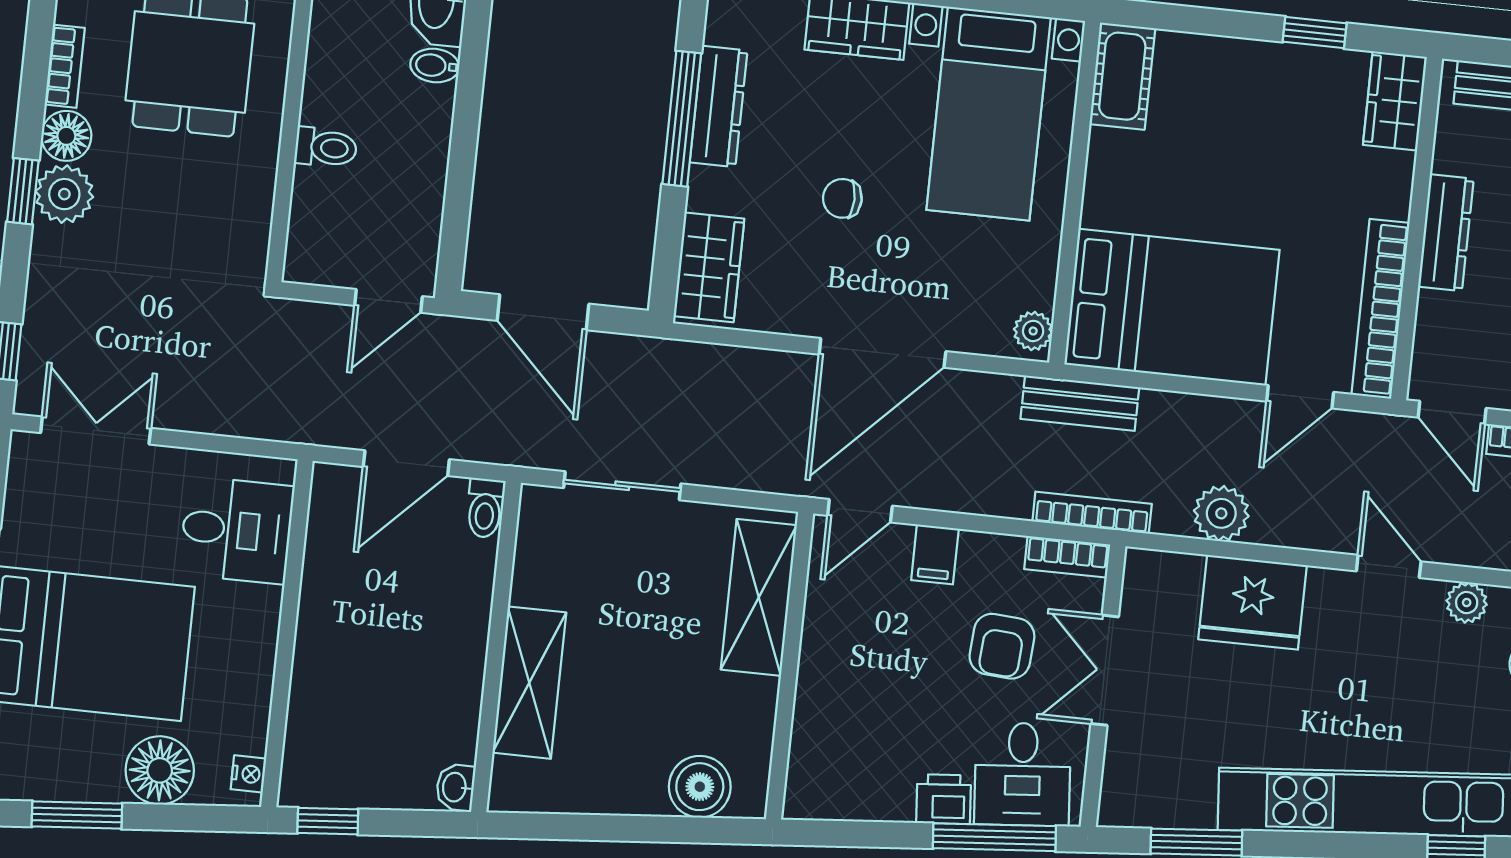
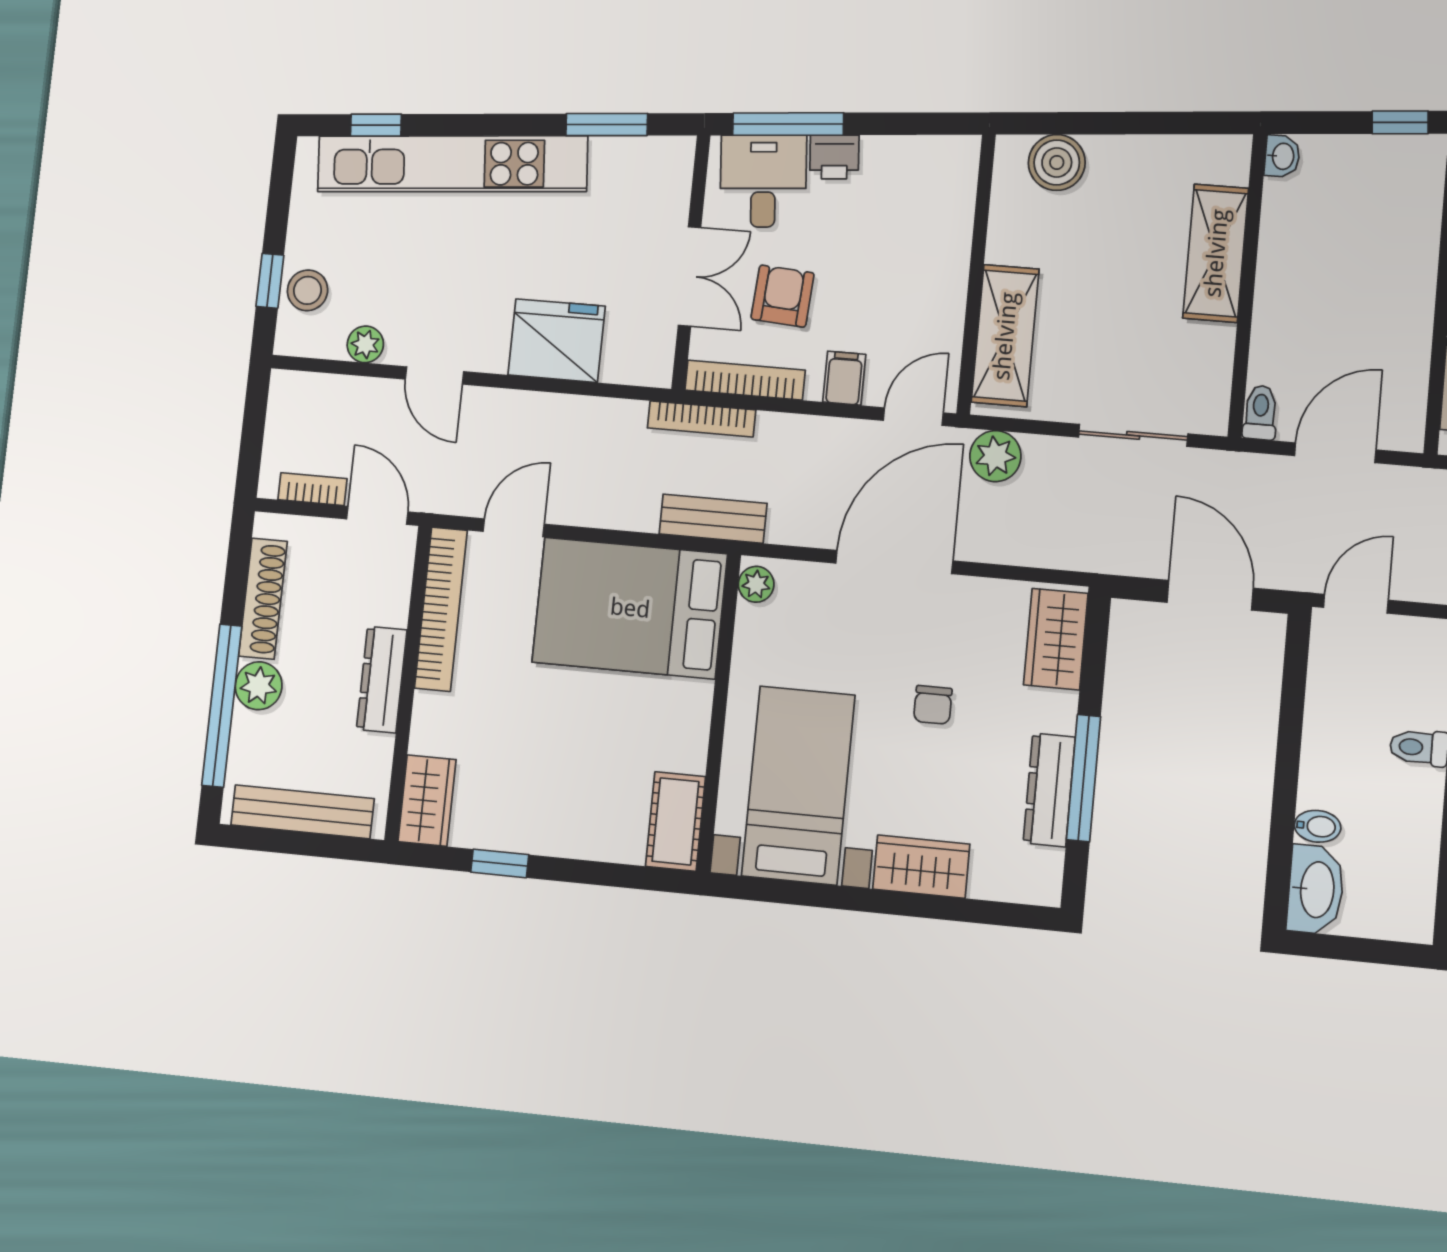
chair: (842, 198) -> (933, 705), turned 90
plant: (1221, 513) -> (995, 456), moved
bookcase: (1067, 557) -> (745, 380), width x1.56

